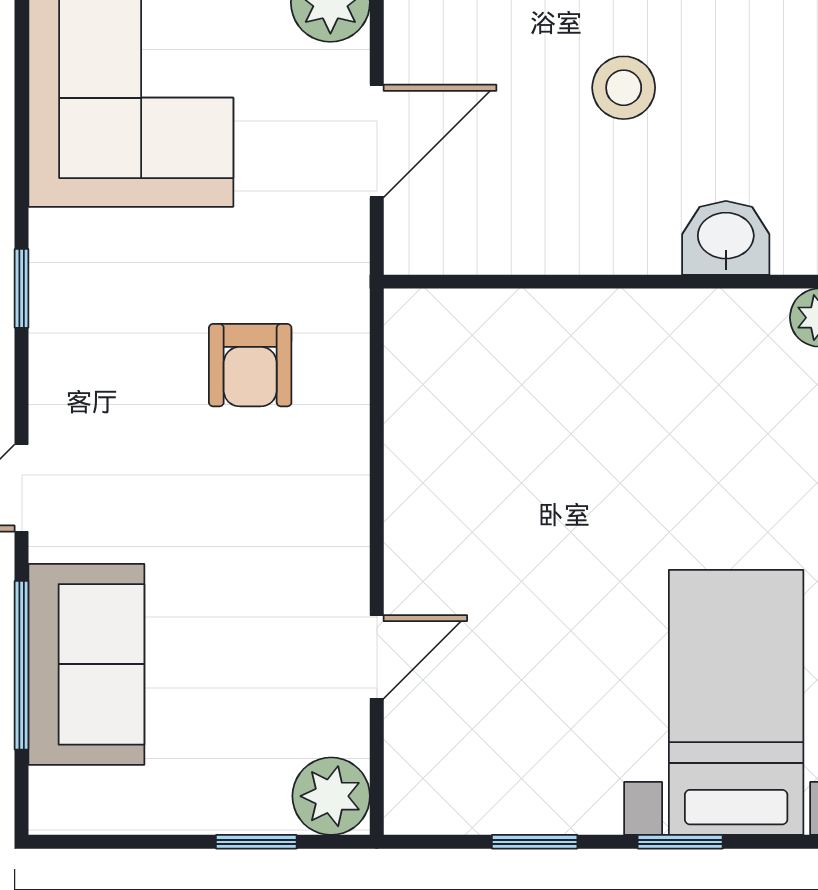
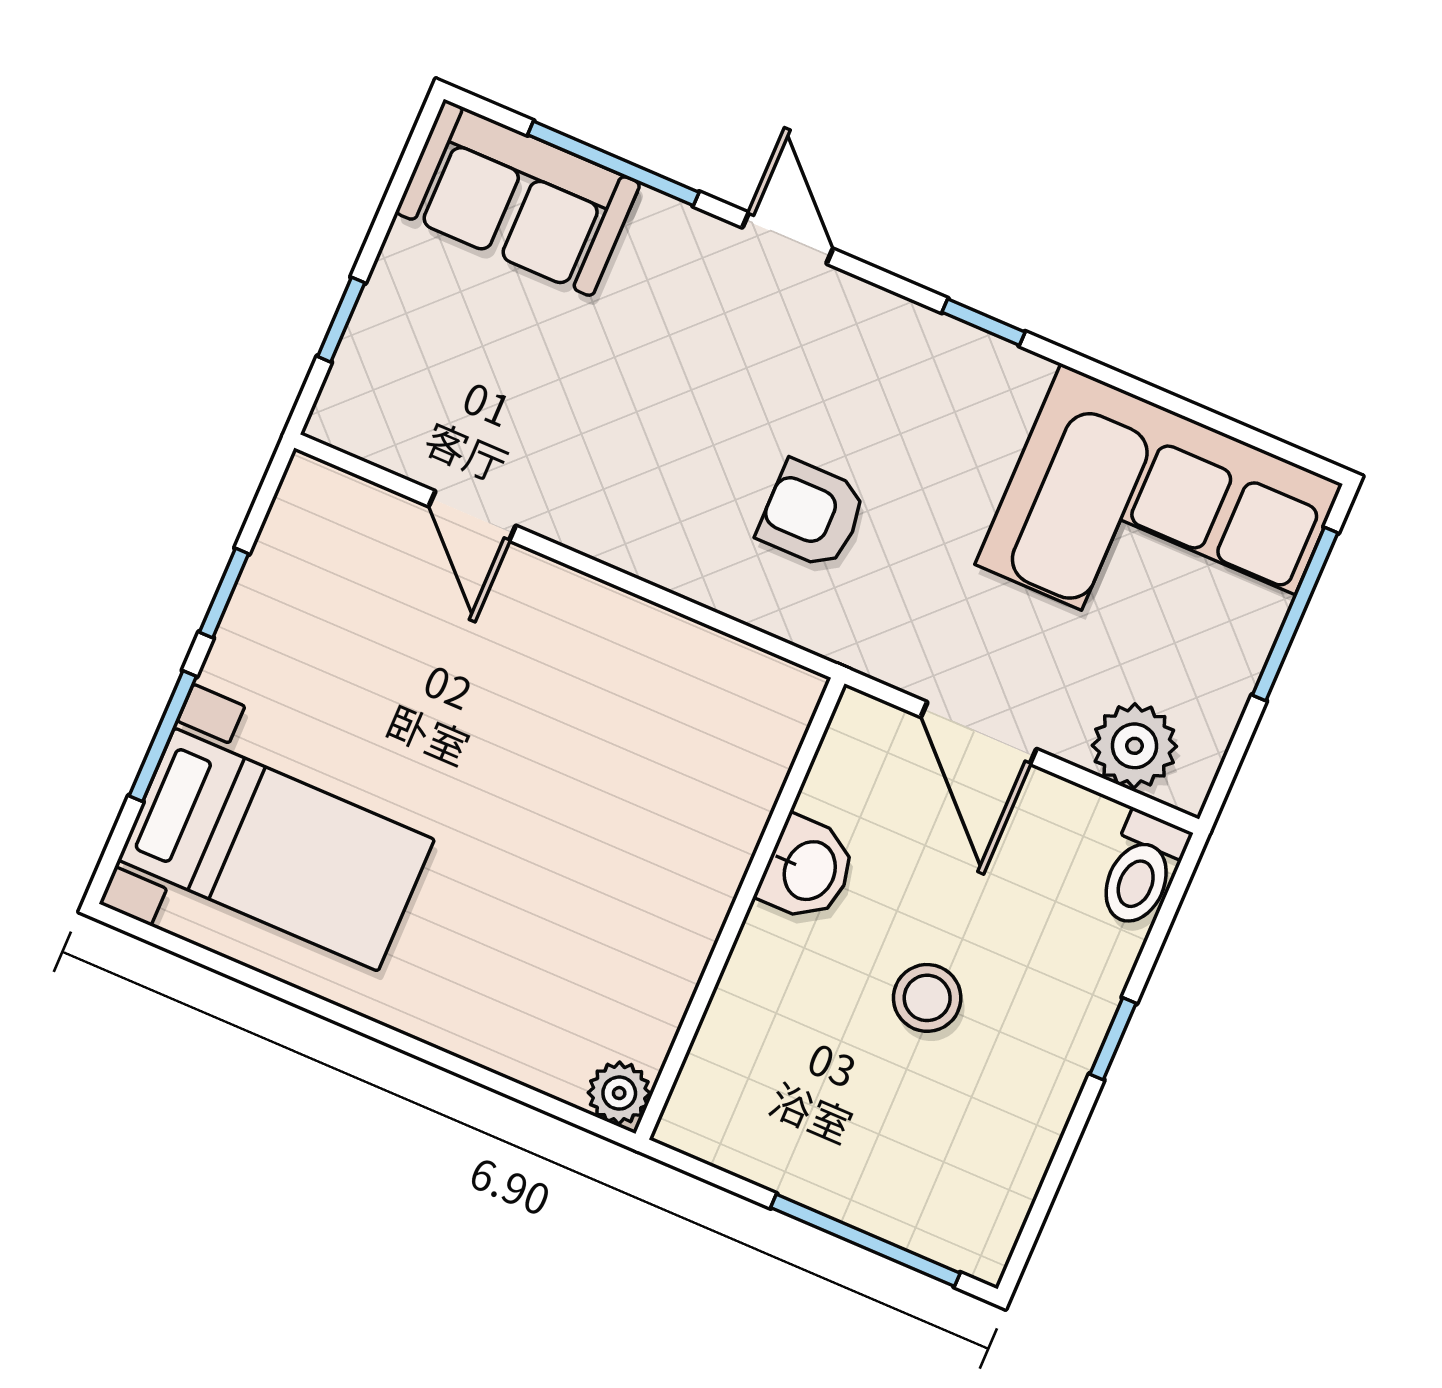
washbasin: (726, 238) -> (808, 870), moved
sofa: (86, 664) -> (518, 198), moved
plant: (331, 796) -> (354, 412), removed
window: (680, 842) -> (163, 736), width x1.50

